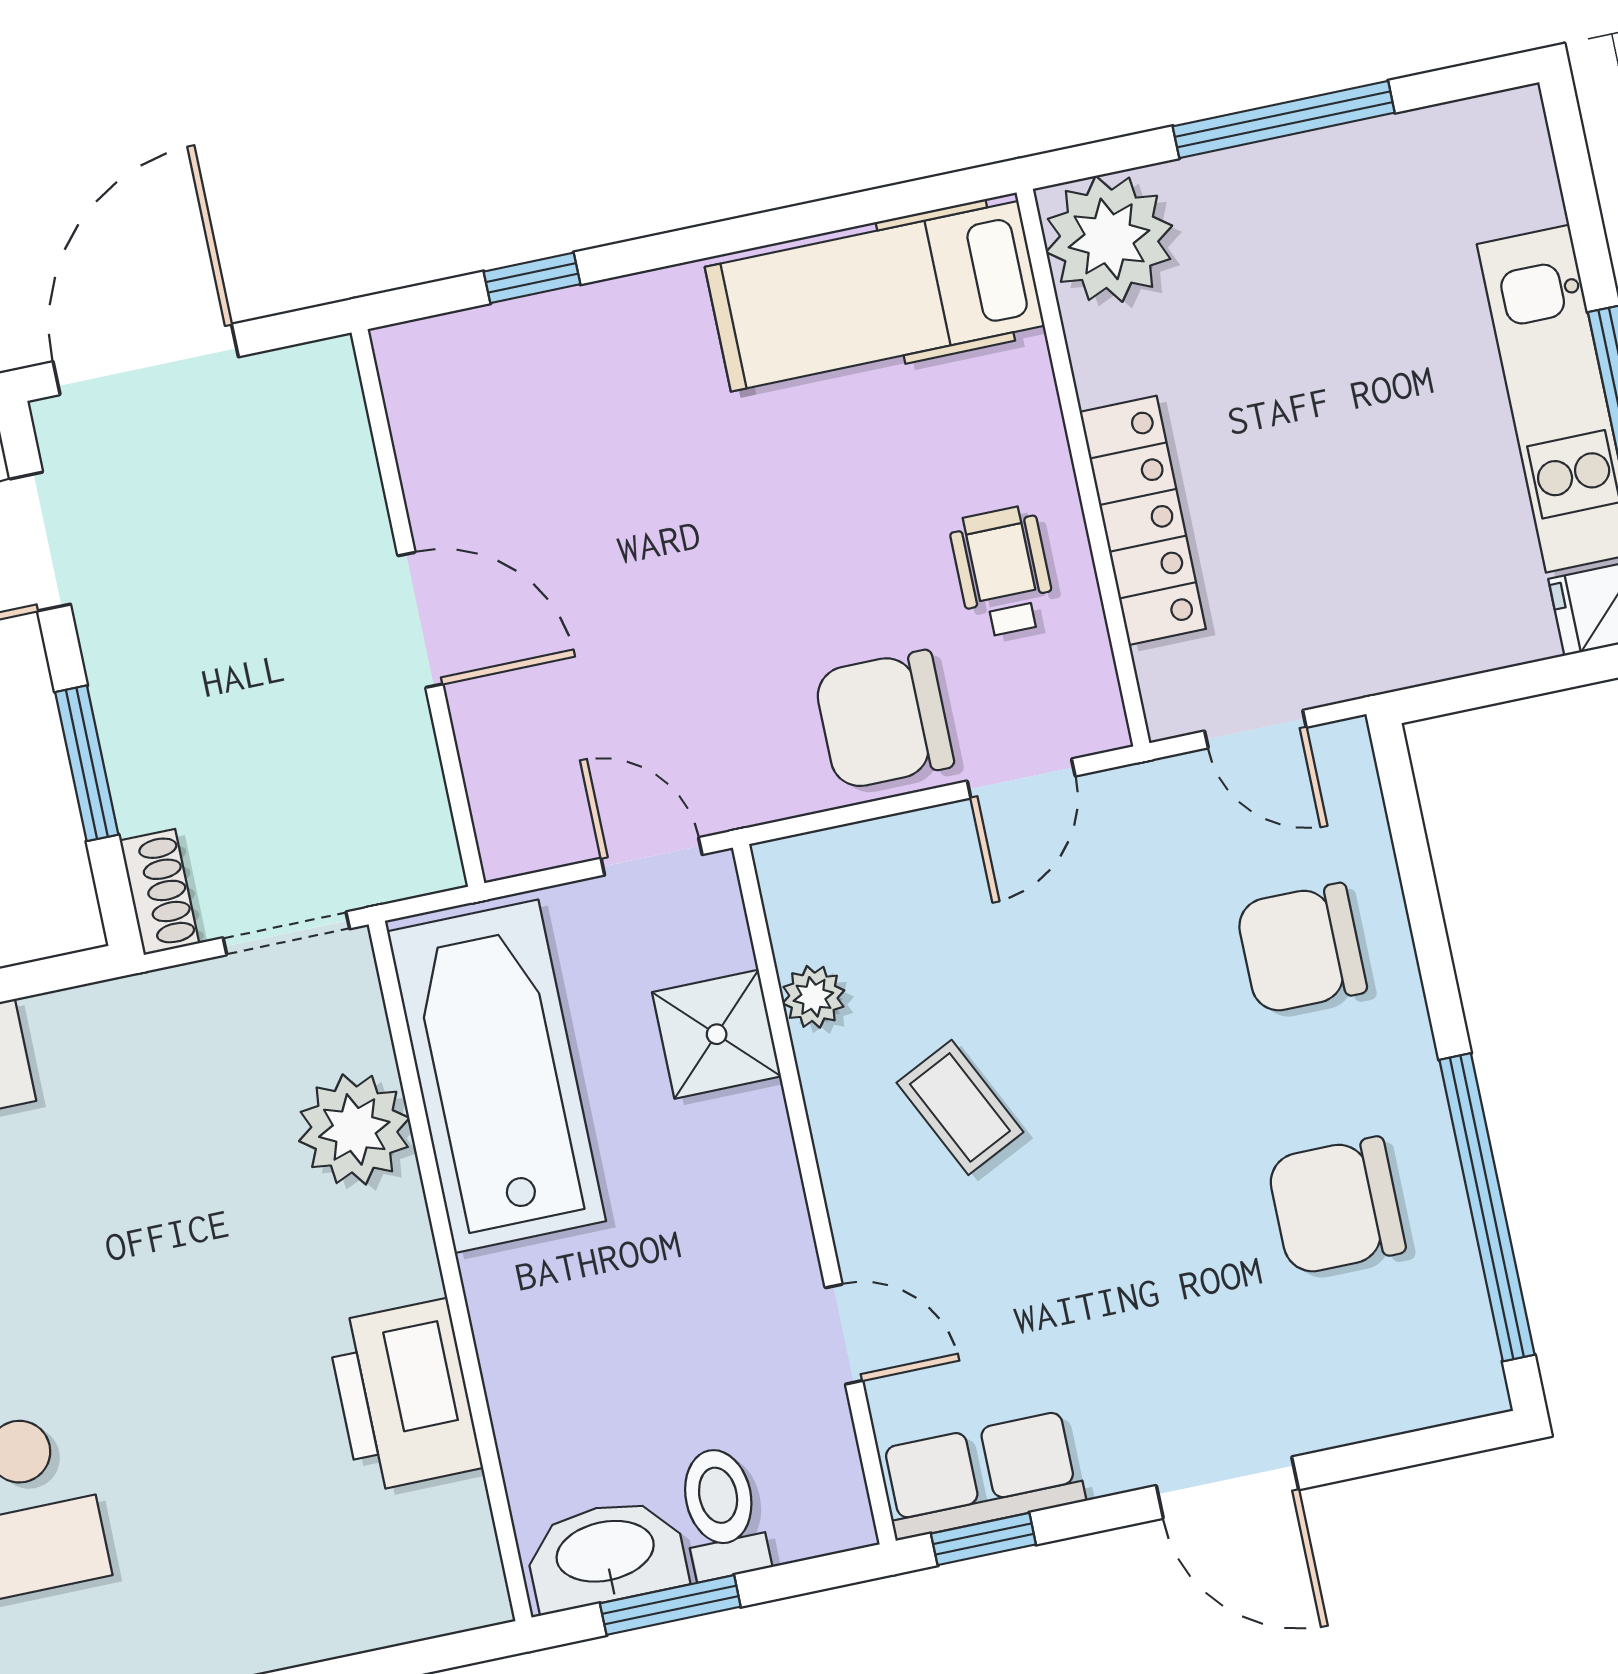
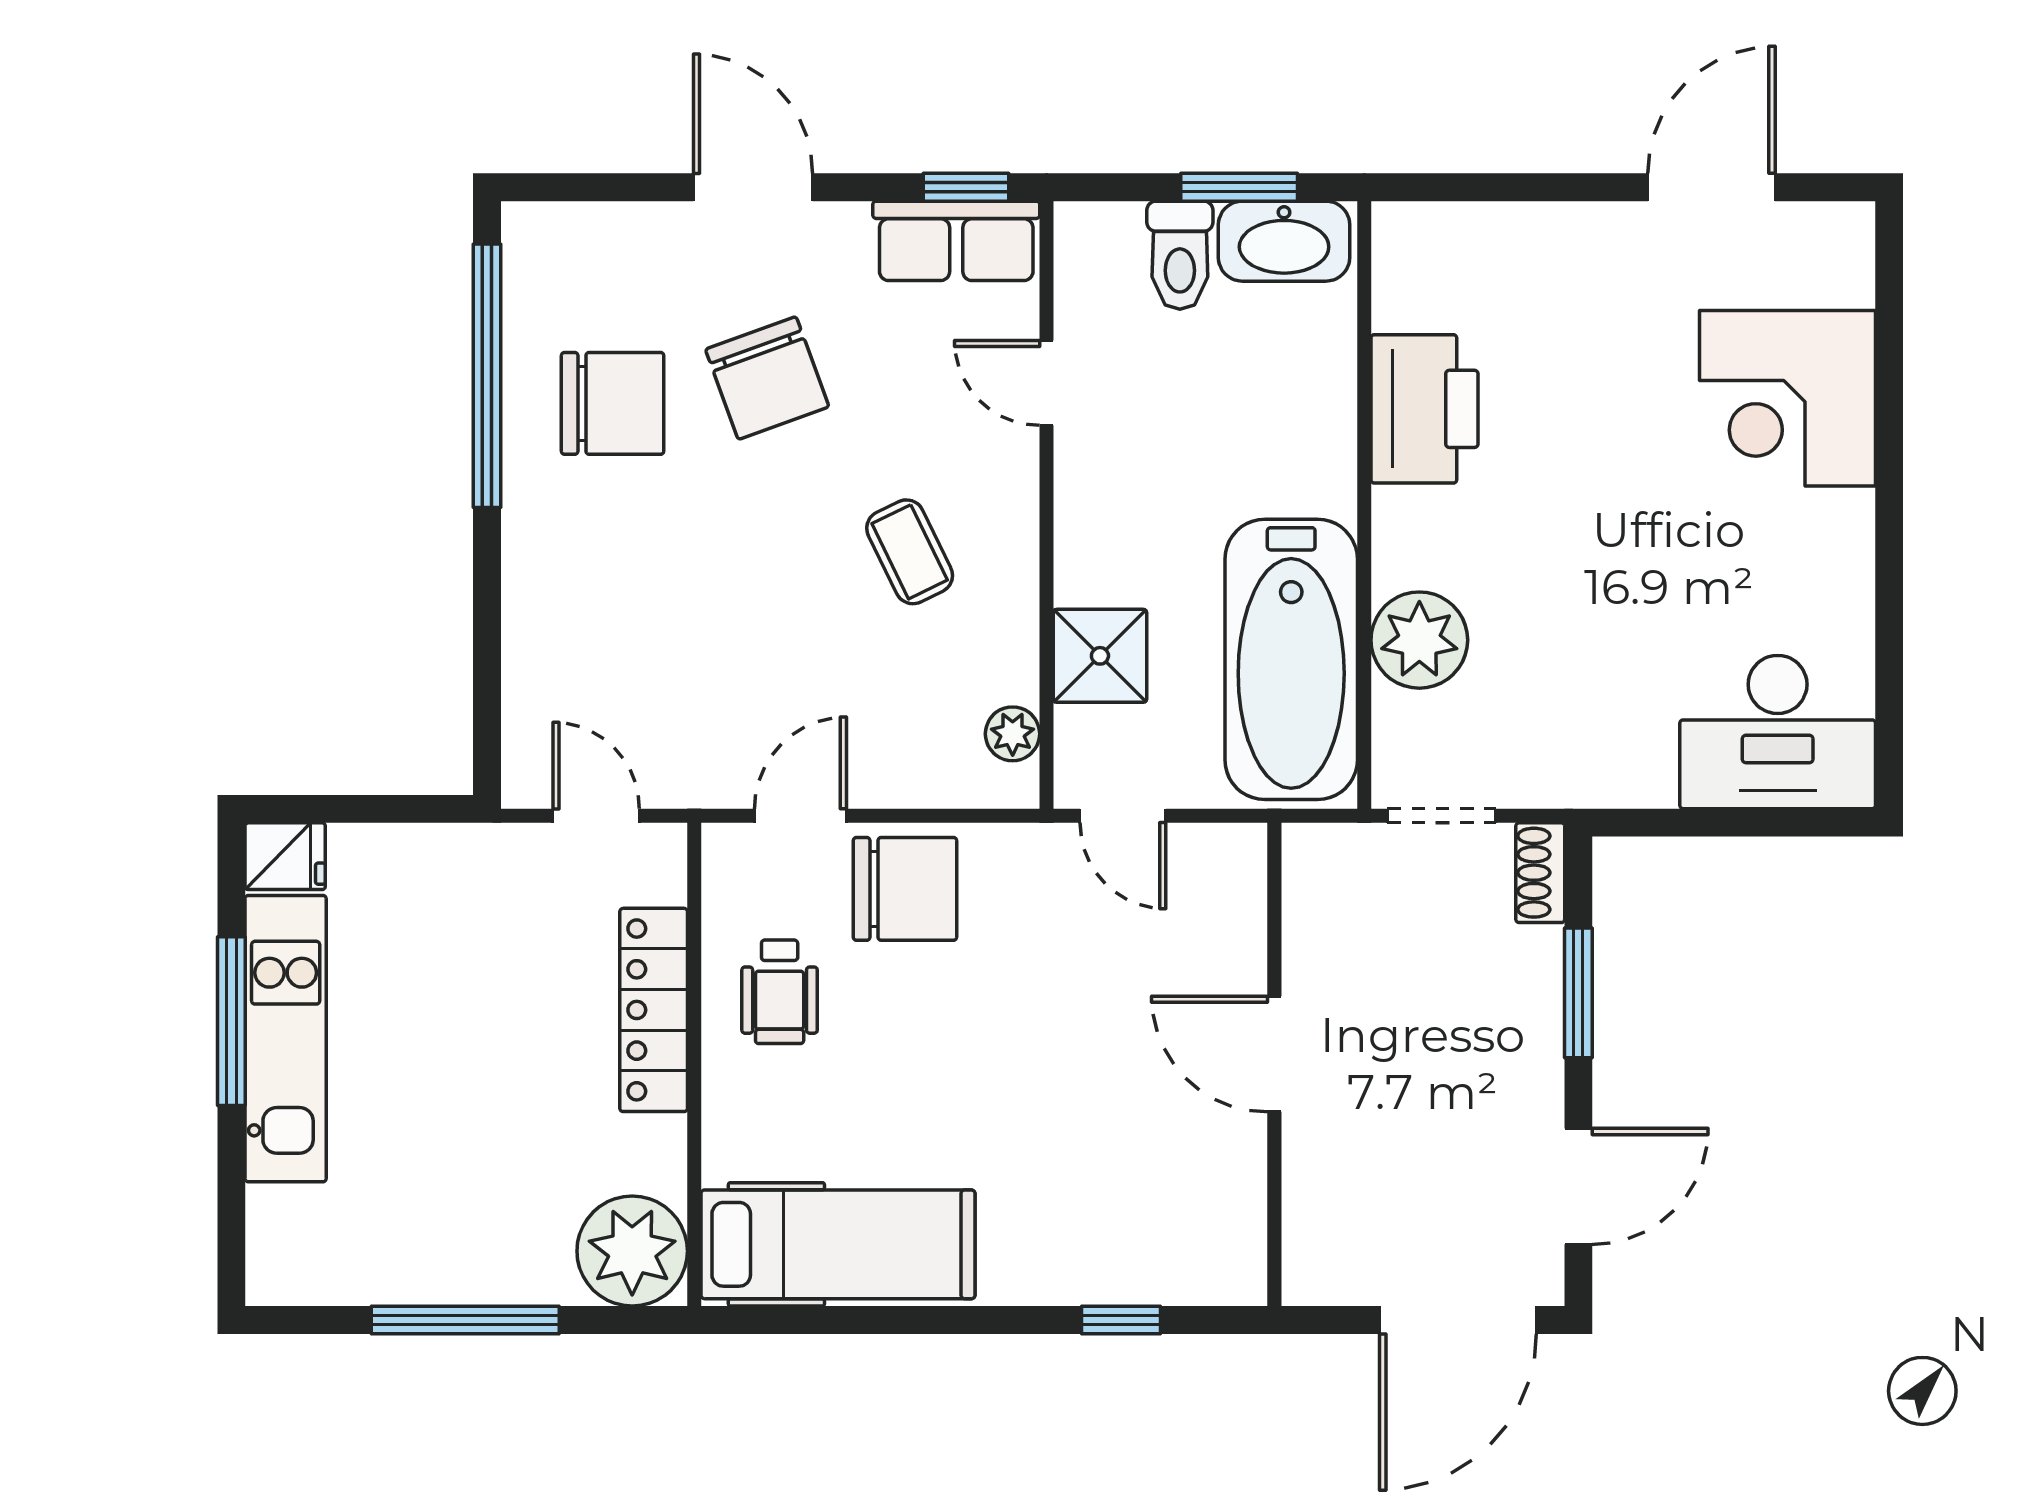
chair: (1301, 948) -> (767, 378), moved, turned 70
plant: (813, 997) -> (1013, 734), moved

